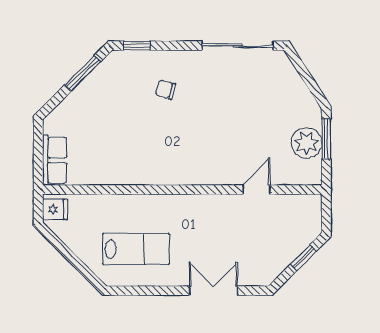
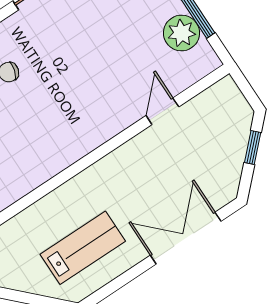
double door: (213, 291) -> (186, 238), width x1.37

